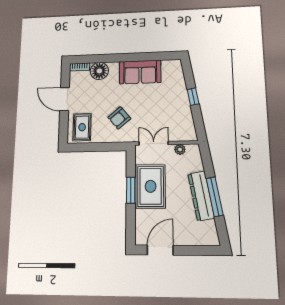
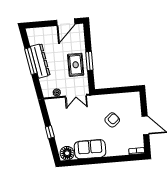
floor lamp: (99, 71) -> (67, 153), moved
armchair: (119, 118) -> (112, 120), moved
rug: (82, 127) -> (129, 104), removed
rug: (151, 186) -> (76, 65), width x0.73, depth x0.70

